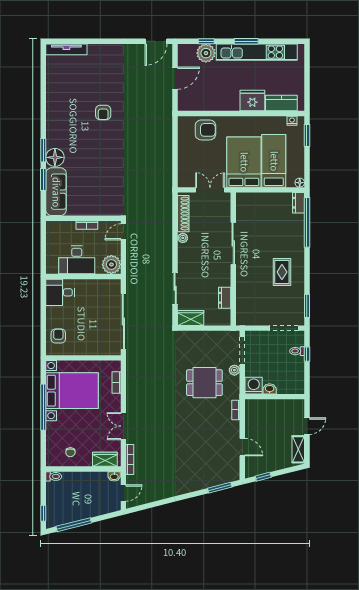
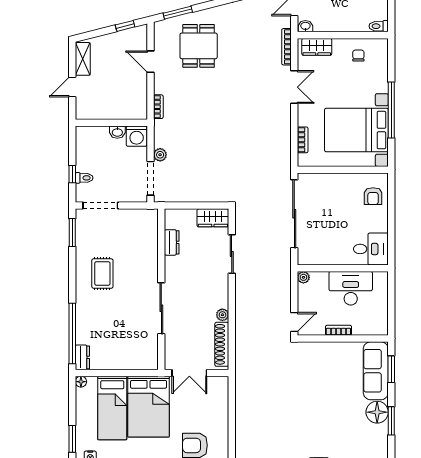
window: (43, 179) -> (391, 369), moved
plant: (111, 264) -> (303, 277), width x0.53, depth x0.53
dining table: (204, 383) -> (199, 46), moved, turned 90

